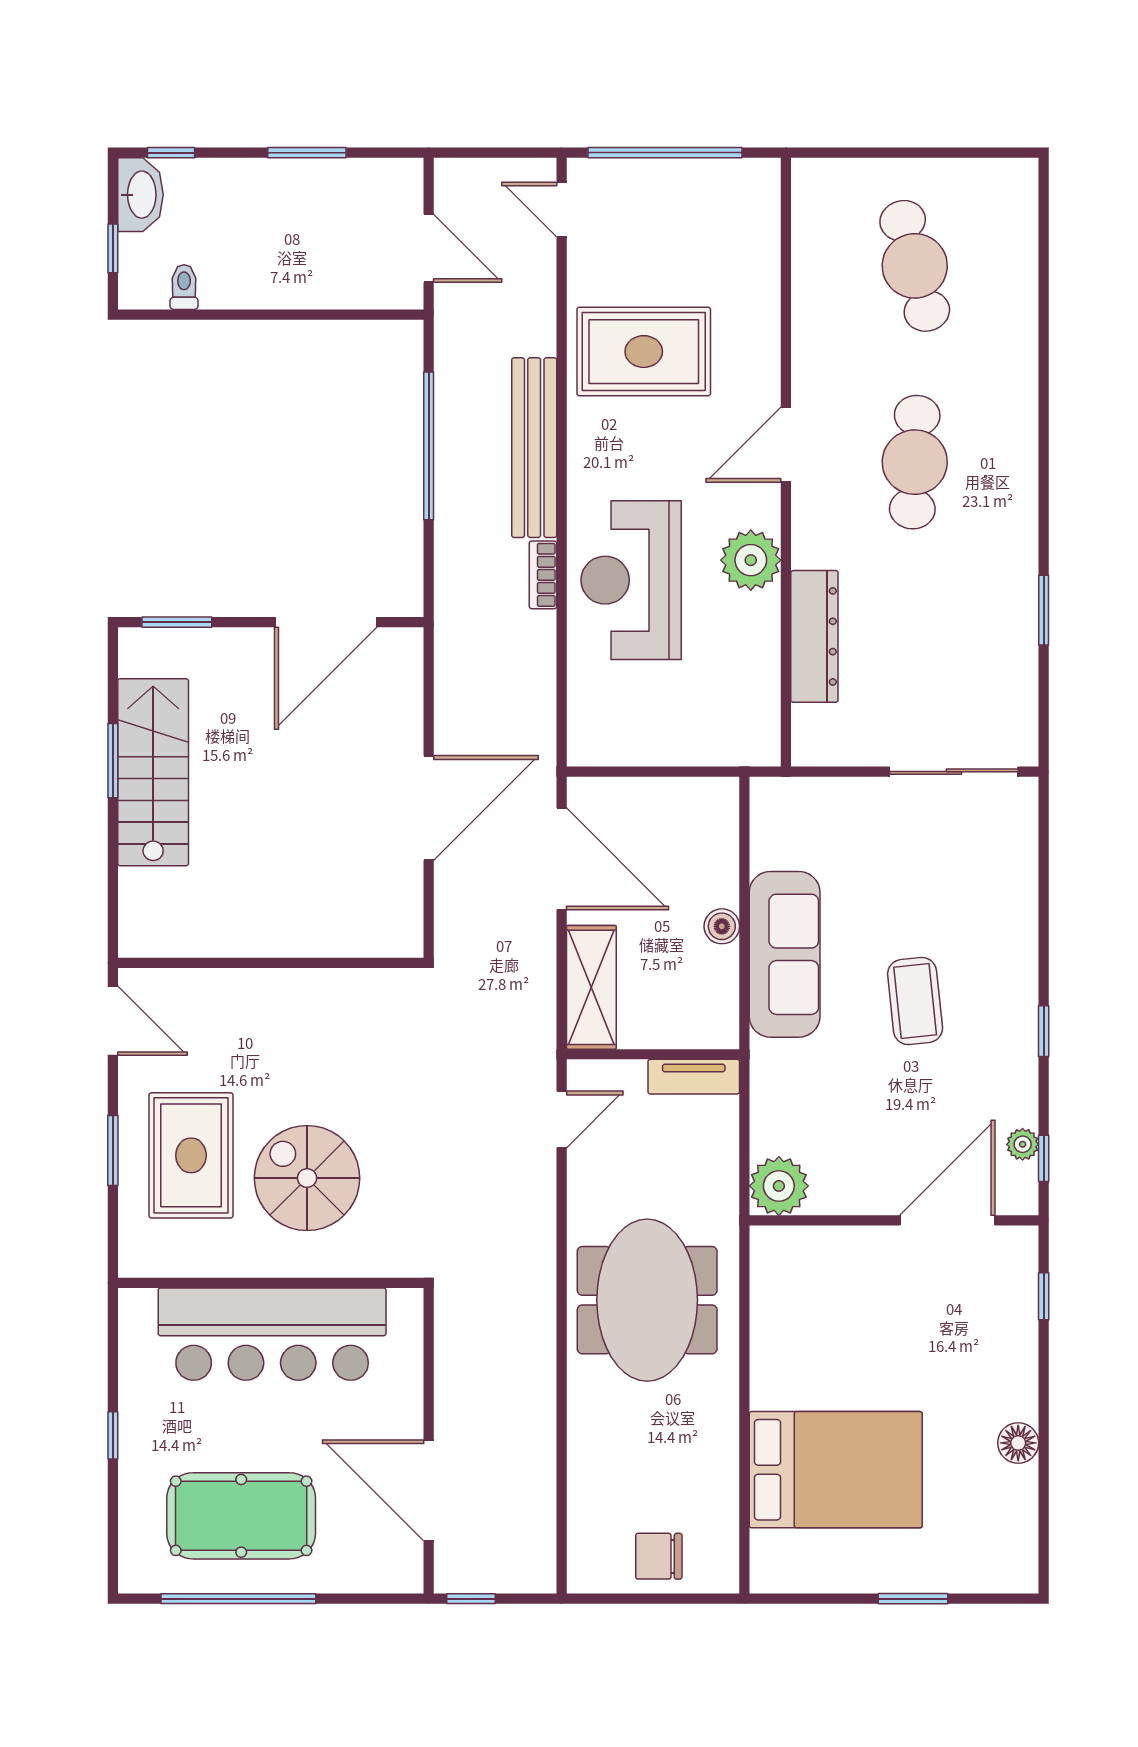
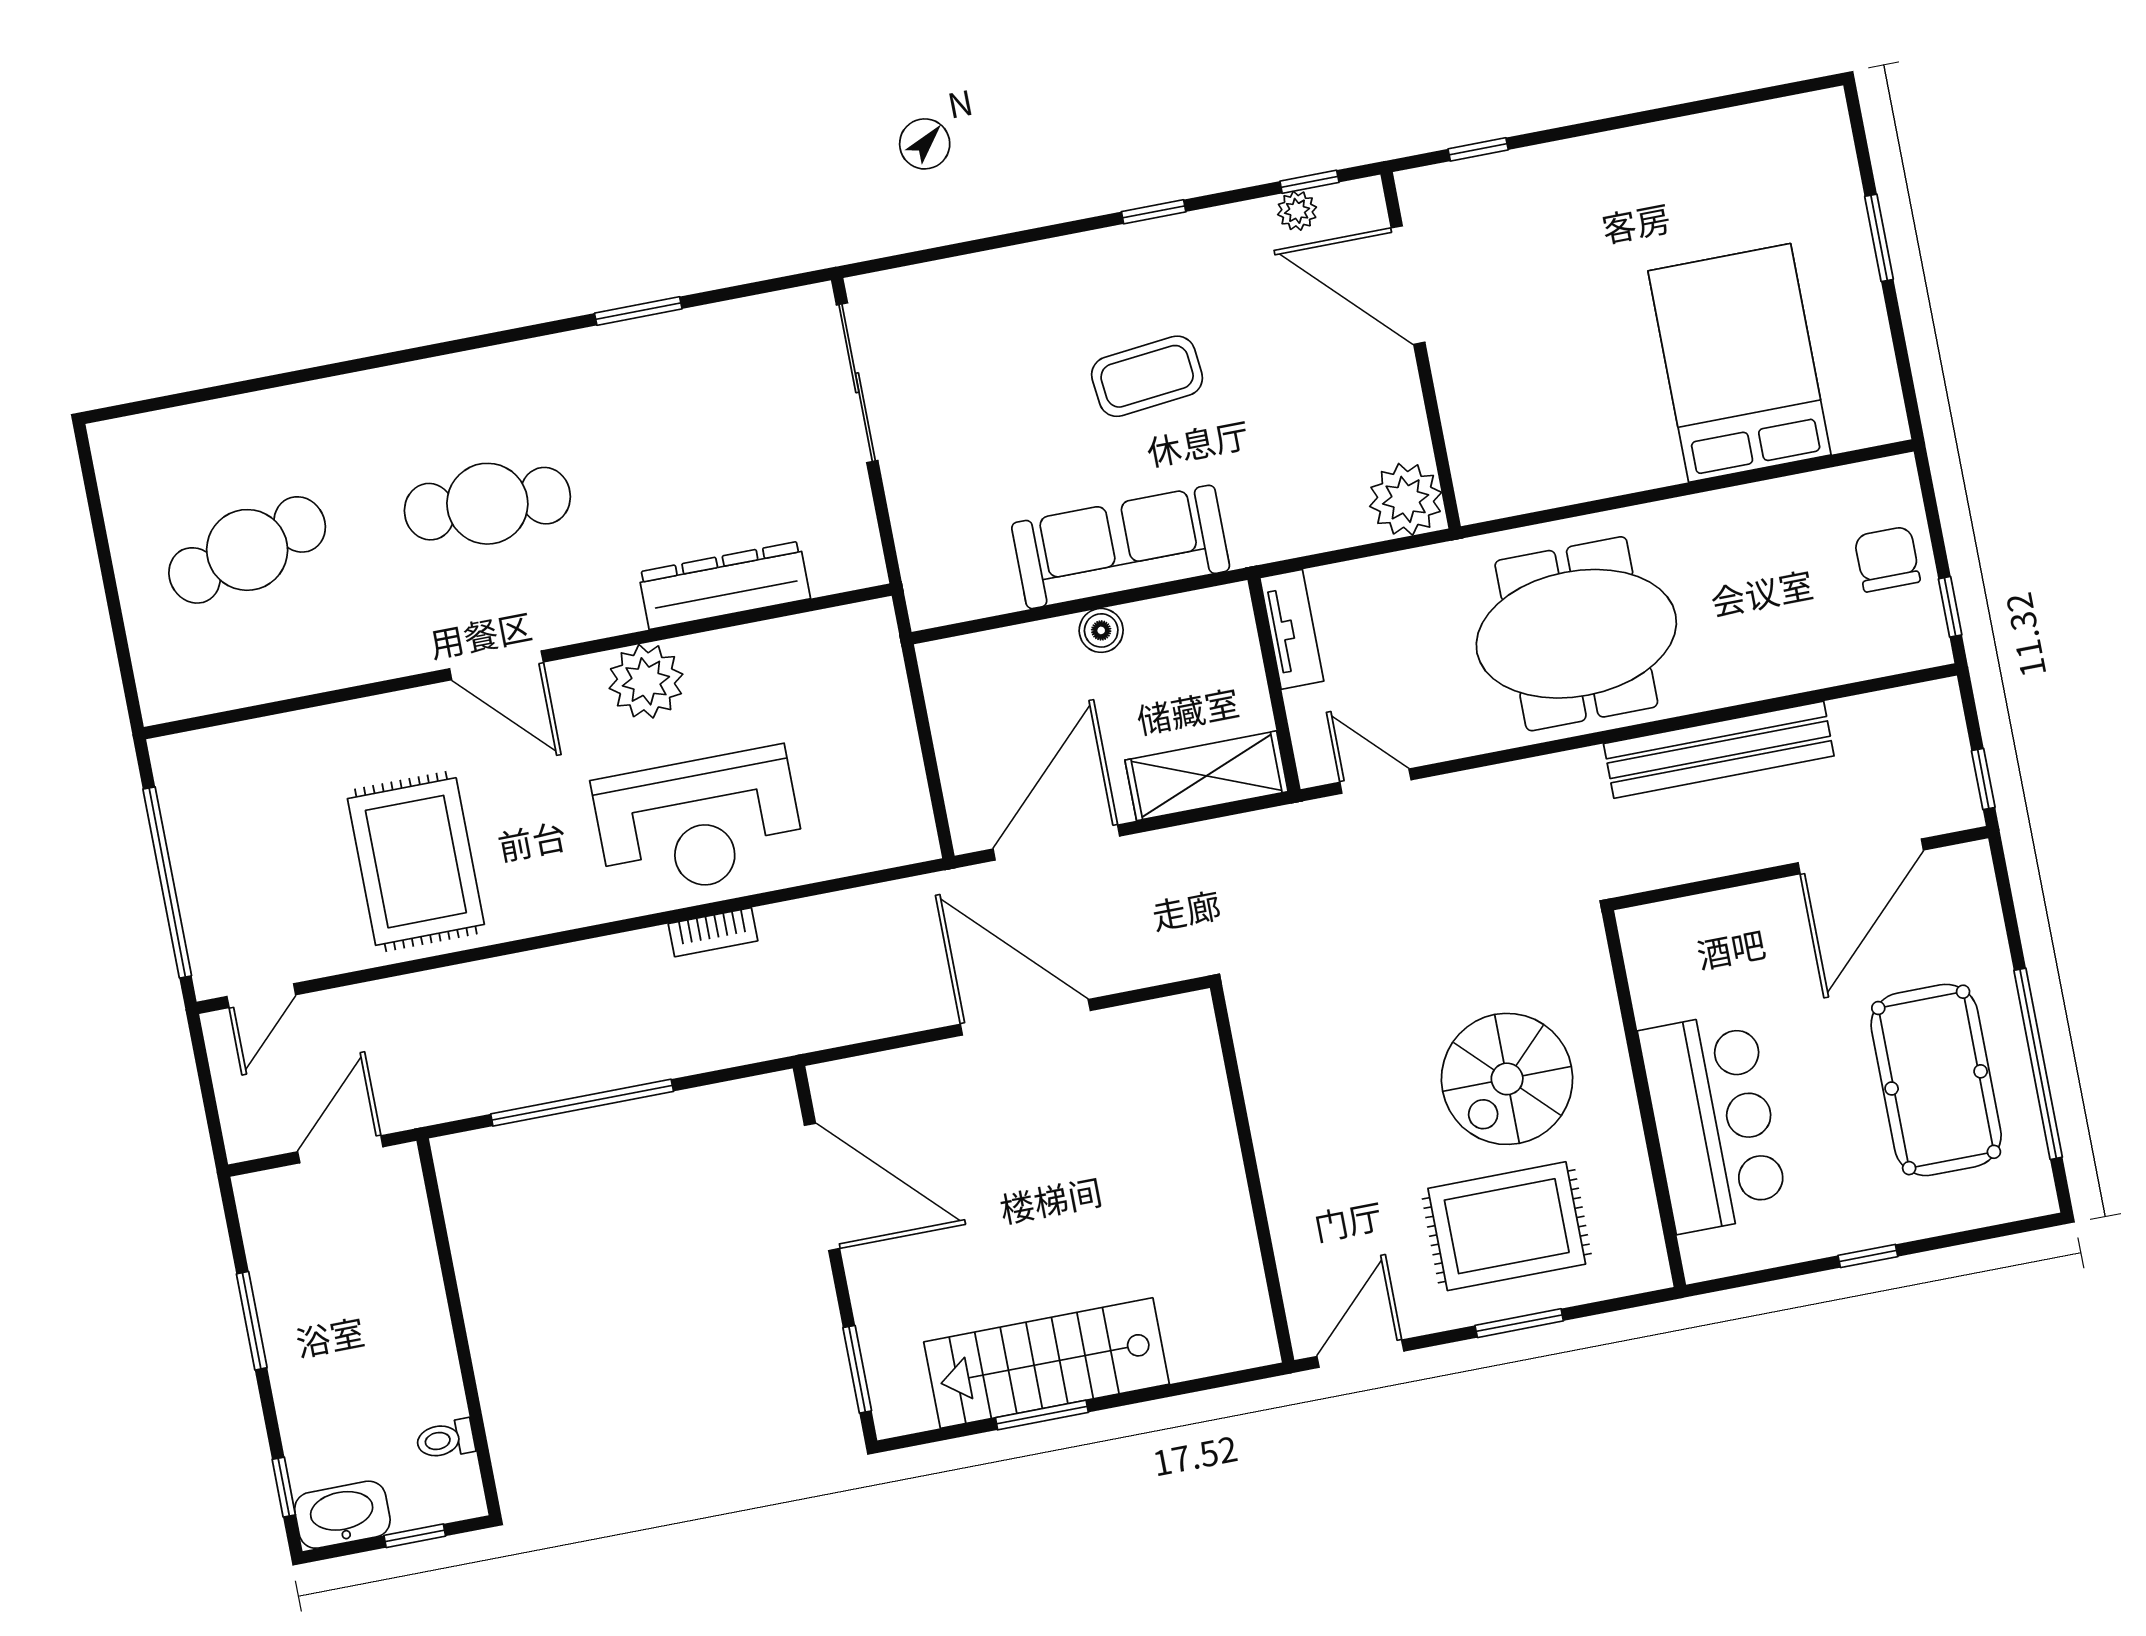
bench: (534, 448) -> (1719, 750), moved
bar counter: (272, 1334) -> (1714, 1122), width x0.73
floor lamp: (1018, 1443) -> (1664, 146), removed
chair: (659, 1556) -> (1887, 559), turned 180
window: (612, 1599) -> (1950, 607), added

